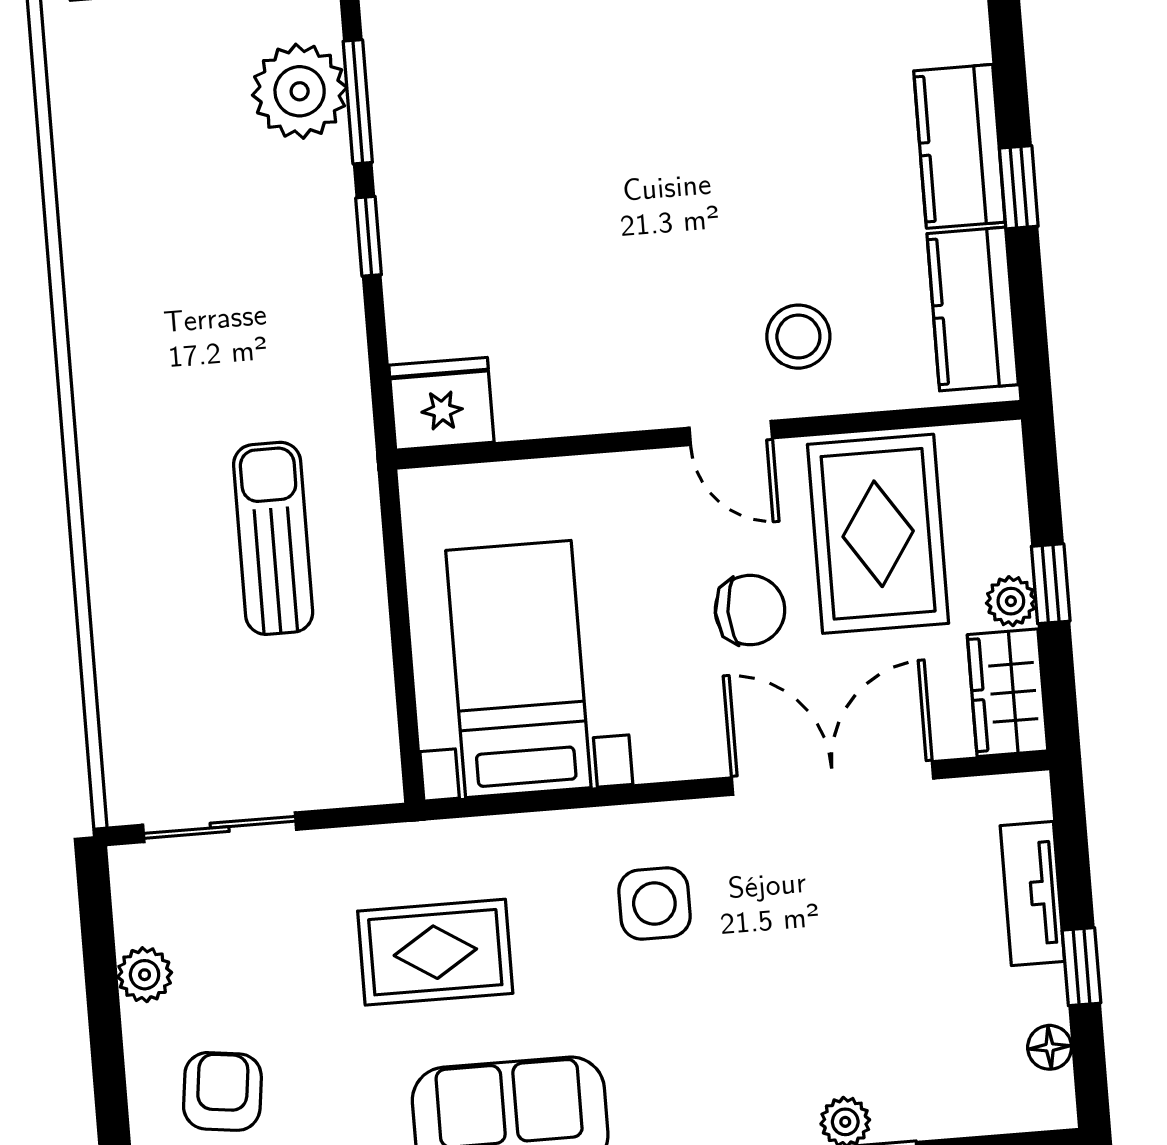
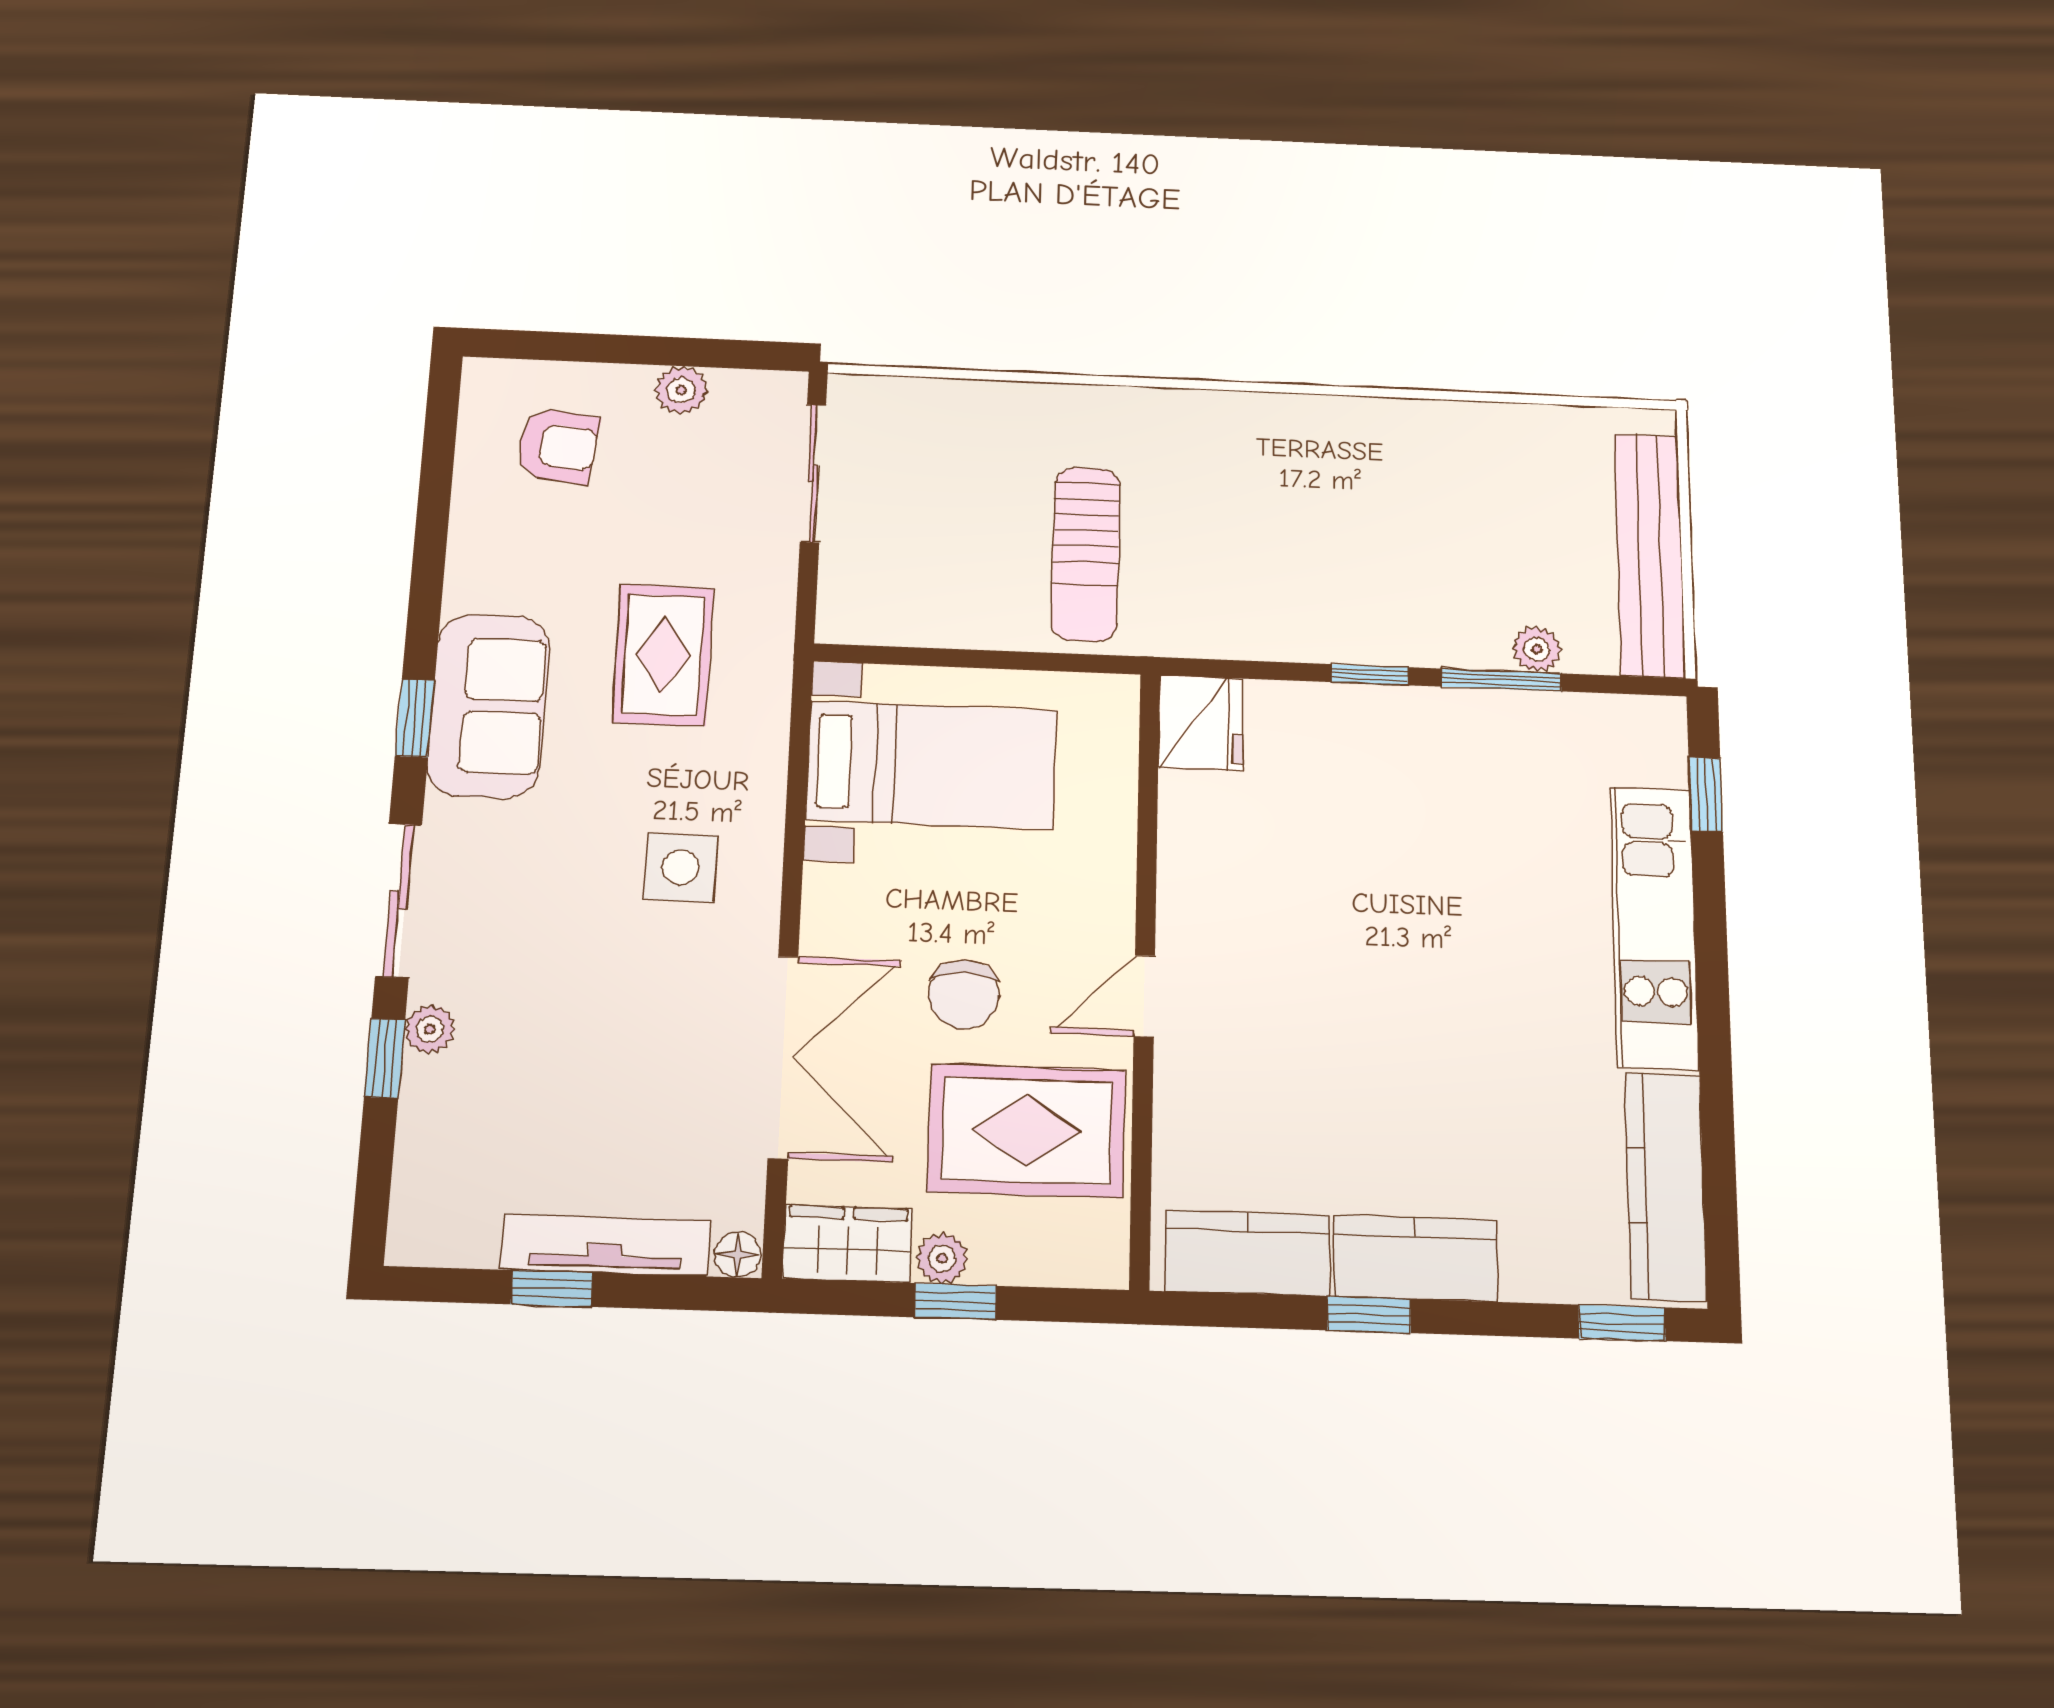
plant: (300, 91) -> (1537, 649), width x0.53, depth x0.53
stool: (798, 337) -> (1235, 1074), removed
sun lounger: (273, 538) -> (1086, 554), turned 90
tv unit: (1032, 893) -> (606, 1245), width x1.41
floor lamp: (1050, 1047) -> (737, 1254), moved

